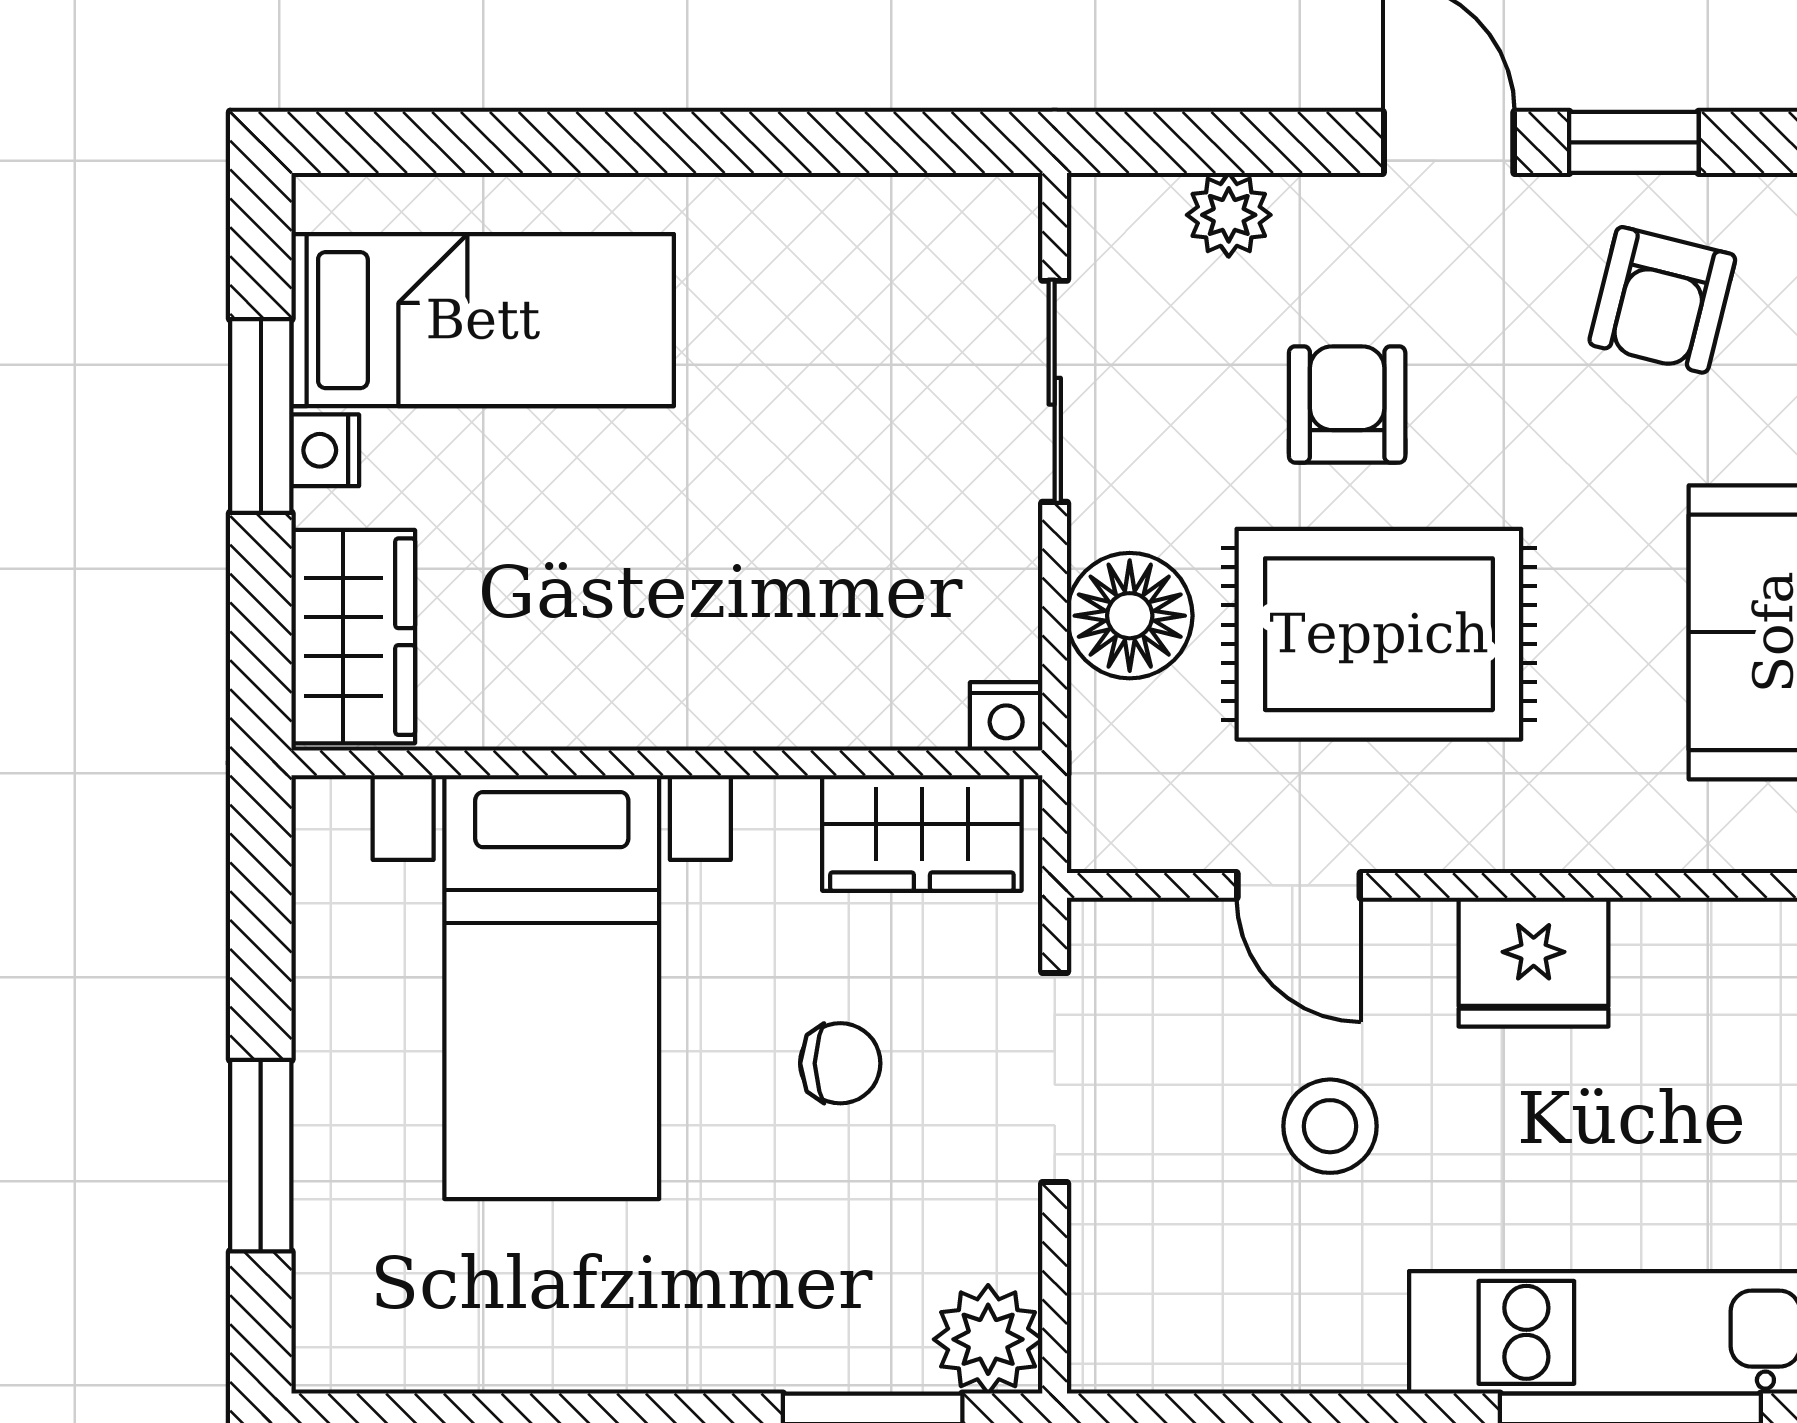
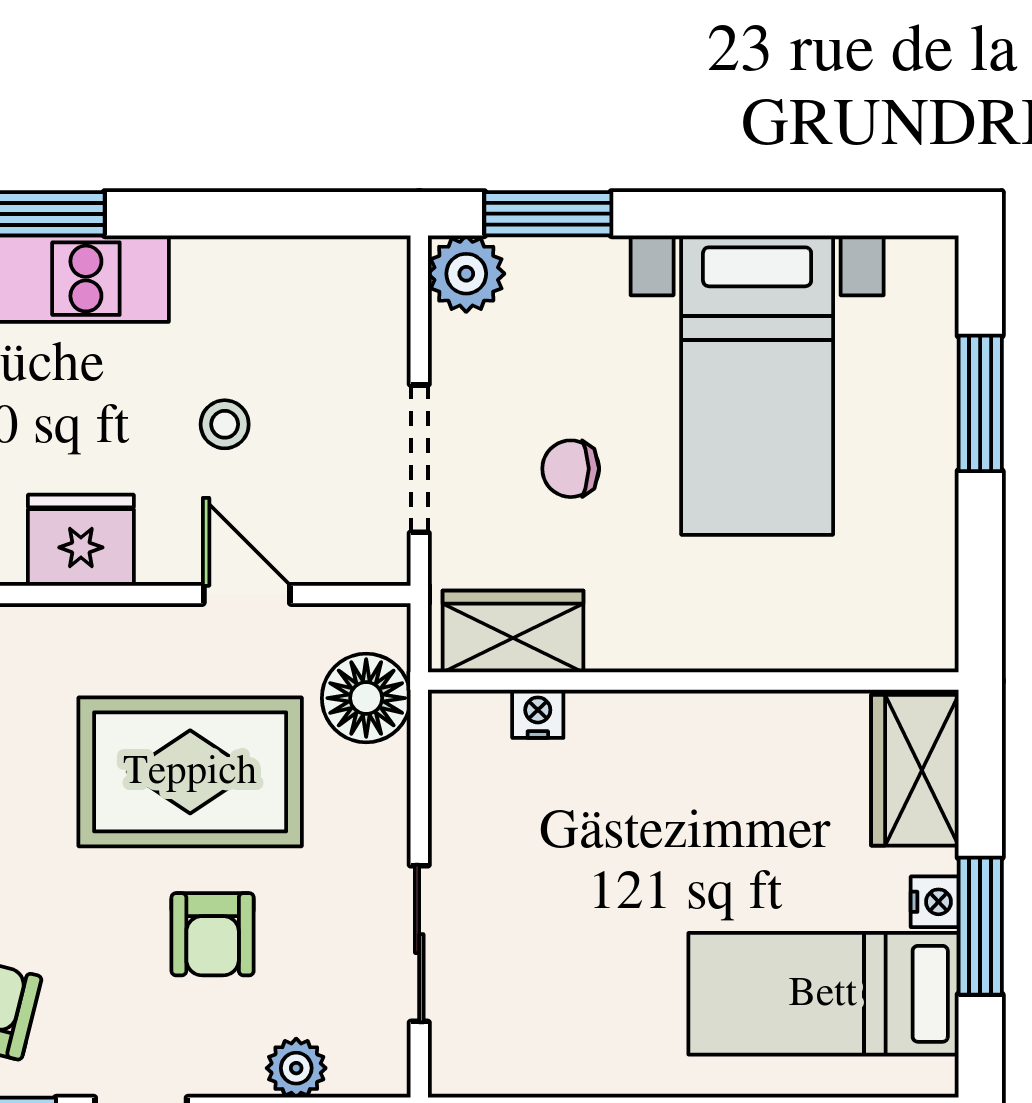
floor lamp: (1130, 616) -> (366, 698), moved
nightstand: (1006, 716) -> (538, 714), moved
bed with nightstands: (552, 987) -> (757, 385), moved, turned 180
stool: (1330, 1126) -> (225, 424), width x0.73, depth x0.73

